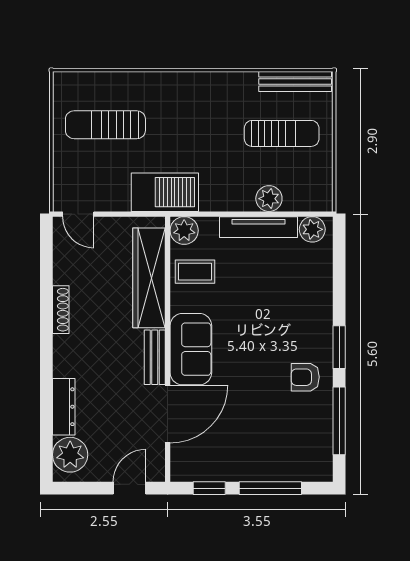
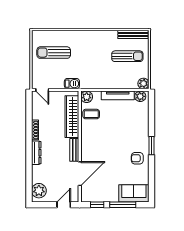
barbecue: (165, 192) -> (72, 84), width x0.53, depth x0.65
plant: (269, 199) -> (143, 83), moved
sofa: (191, 349) -> (134, 193), moved, turned -90
dresser: (64, 407) -> (36, 153), moved
window: (339, 421) -> (151, 177), removed

